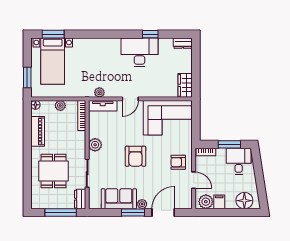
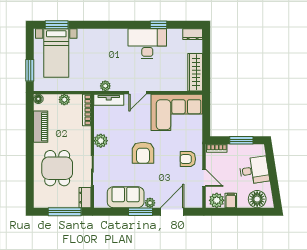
wardrobe: (185, 85) -> (195, 72), width x1.50
desk: (239, 161) -> (254, 170), moved, turned 81

